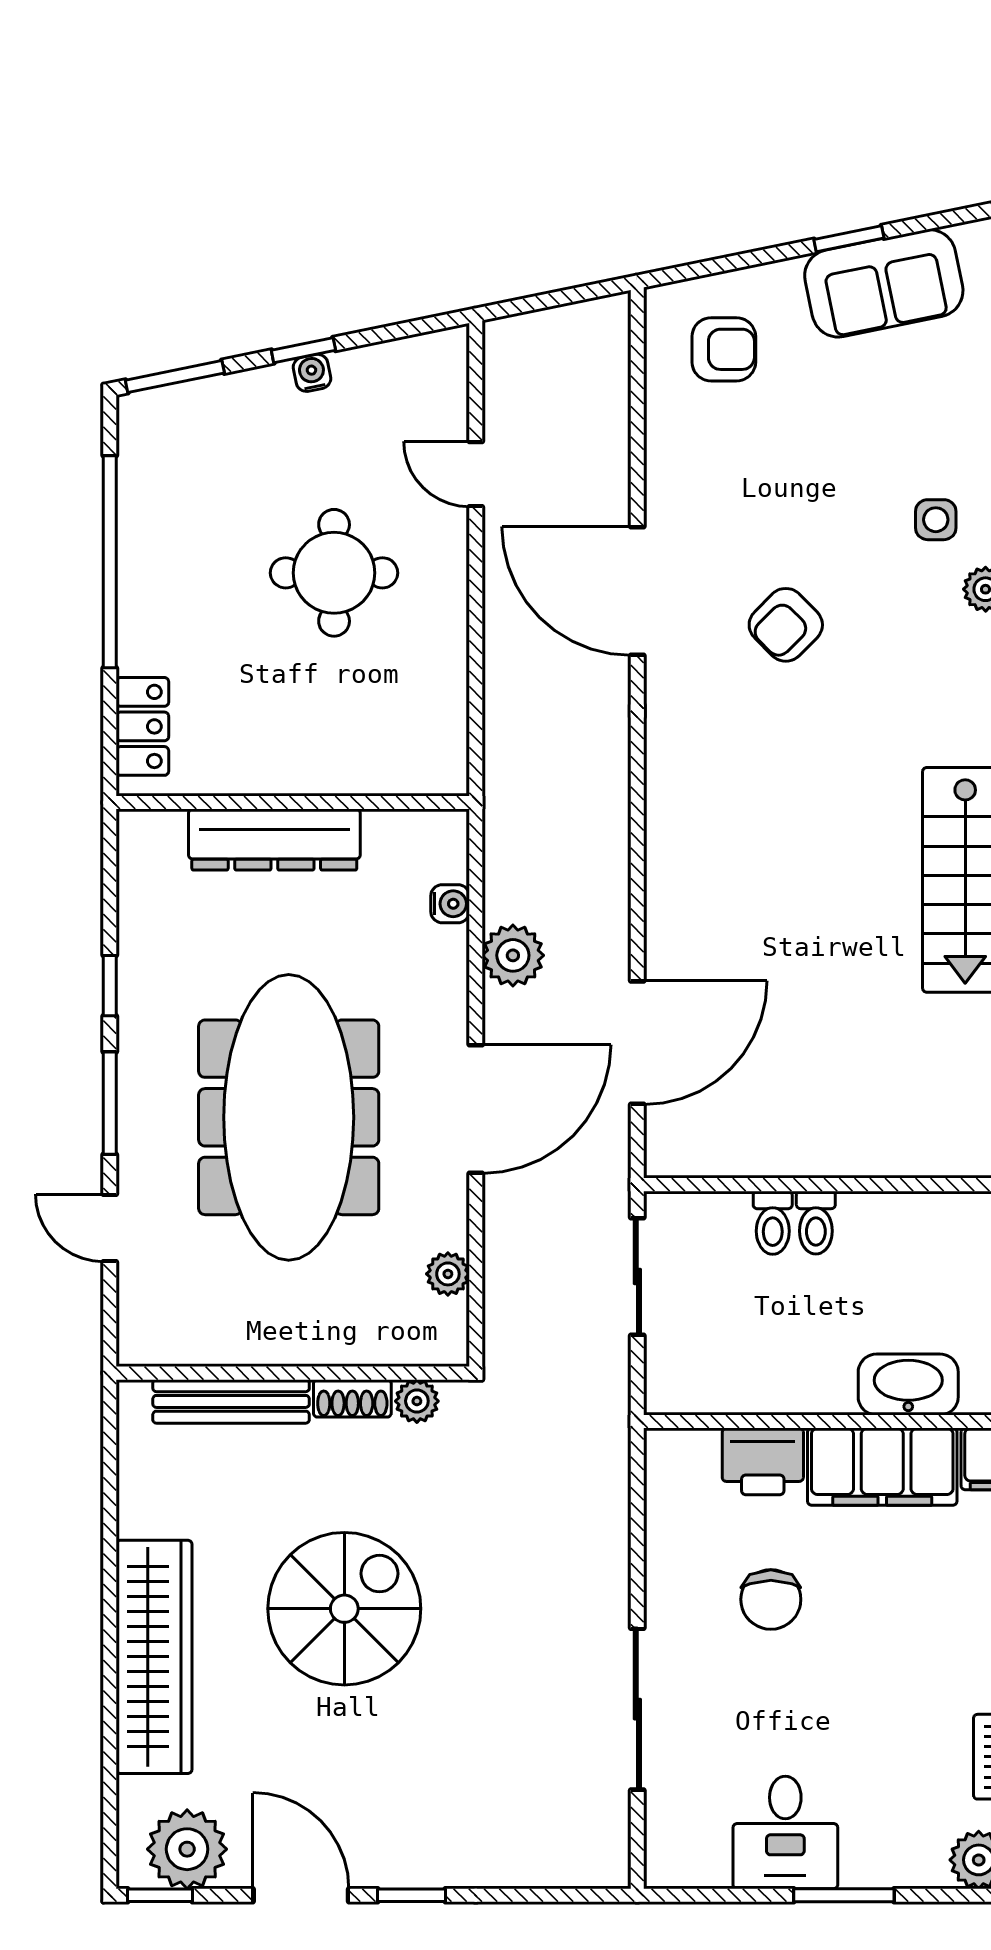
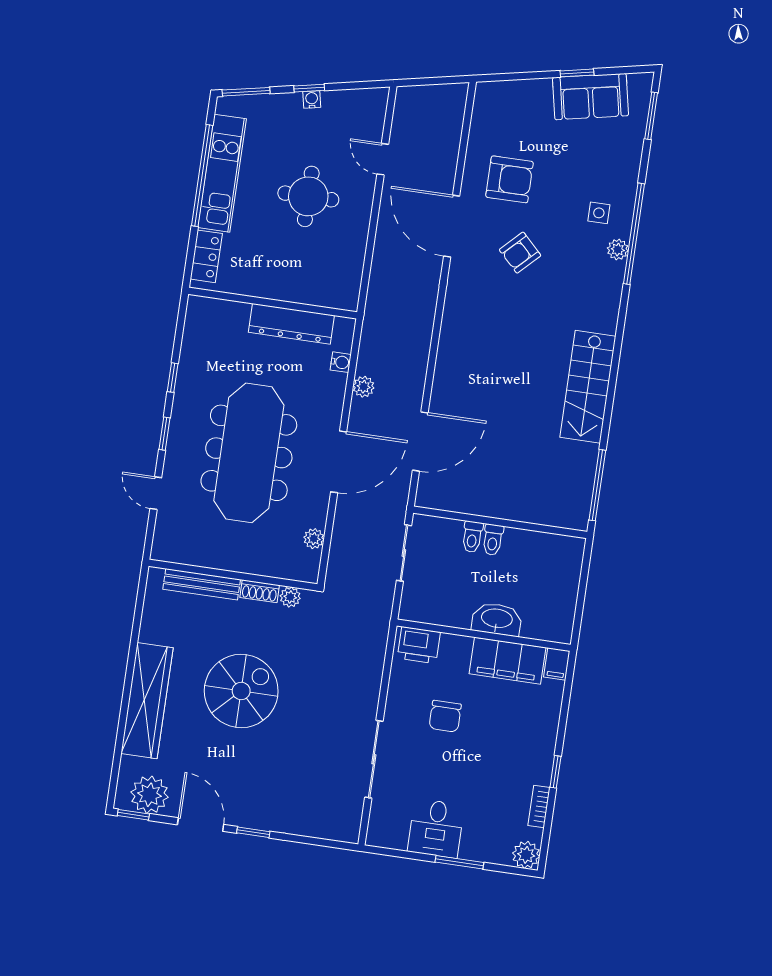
armchair: (724, 349) -> (509, 179), moved, width x1.38, depth x1.38
kitchen unit: (150, 551) -> (222, 173), added
dresser: (274, 840) -> (291, 324), moved
plant: (513, 955) -> (364, 387), width x0.73, depth x0.73
window: (110, 1103) -> (164, 434), width x0.67
washbasin: (908, 1385) -> (497, 619), moved
printer: (763, 1461) -> (419, 645), moved

